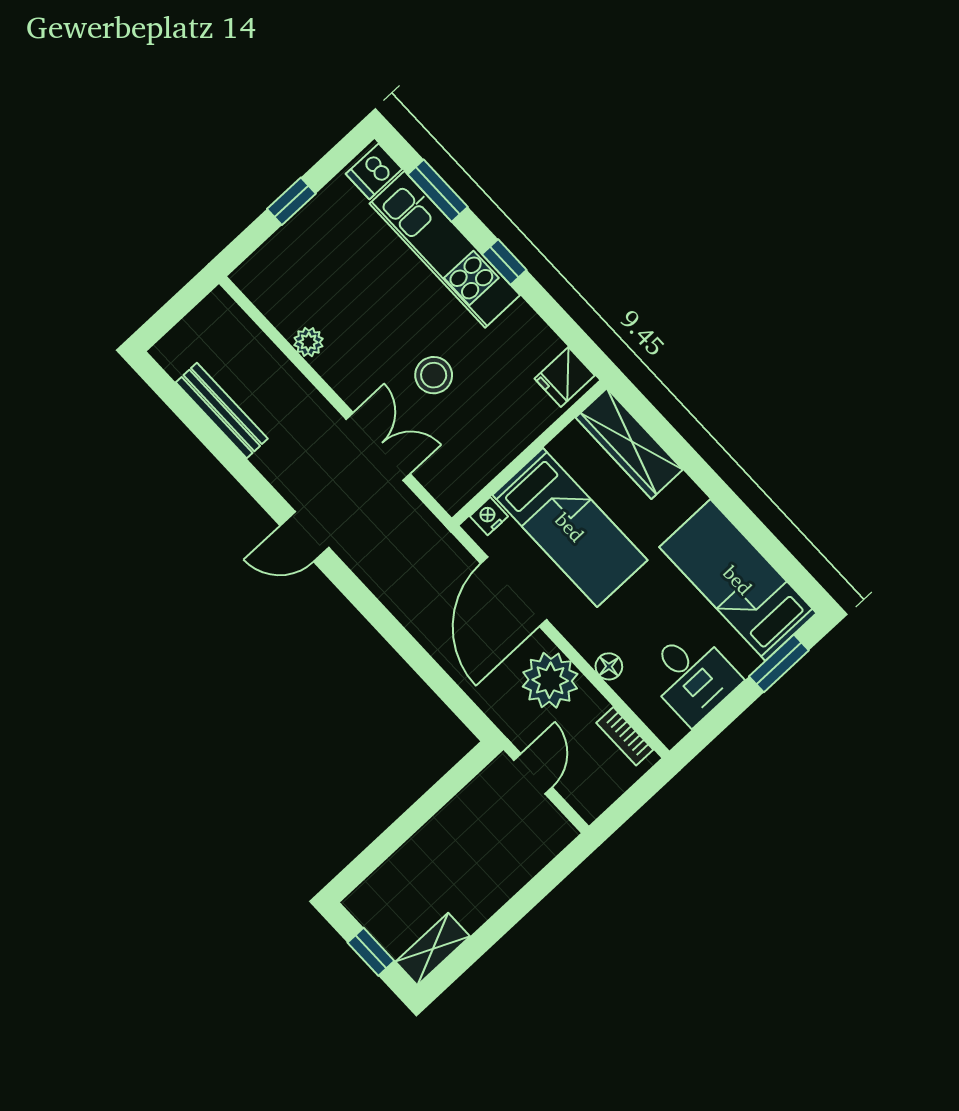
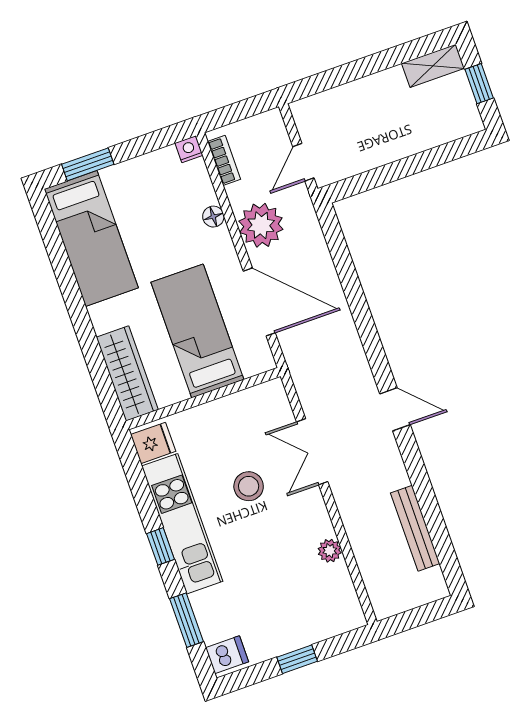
kitchen unit: (445, 249) -> (182, 524), moved
nightstand: (489, 516) -> (189, 149), moved, turned 180
door: (514, 592) -> (259, 302), hinge flipped
desk: (692, 676) -> (156, 183), removed

